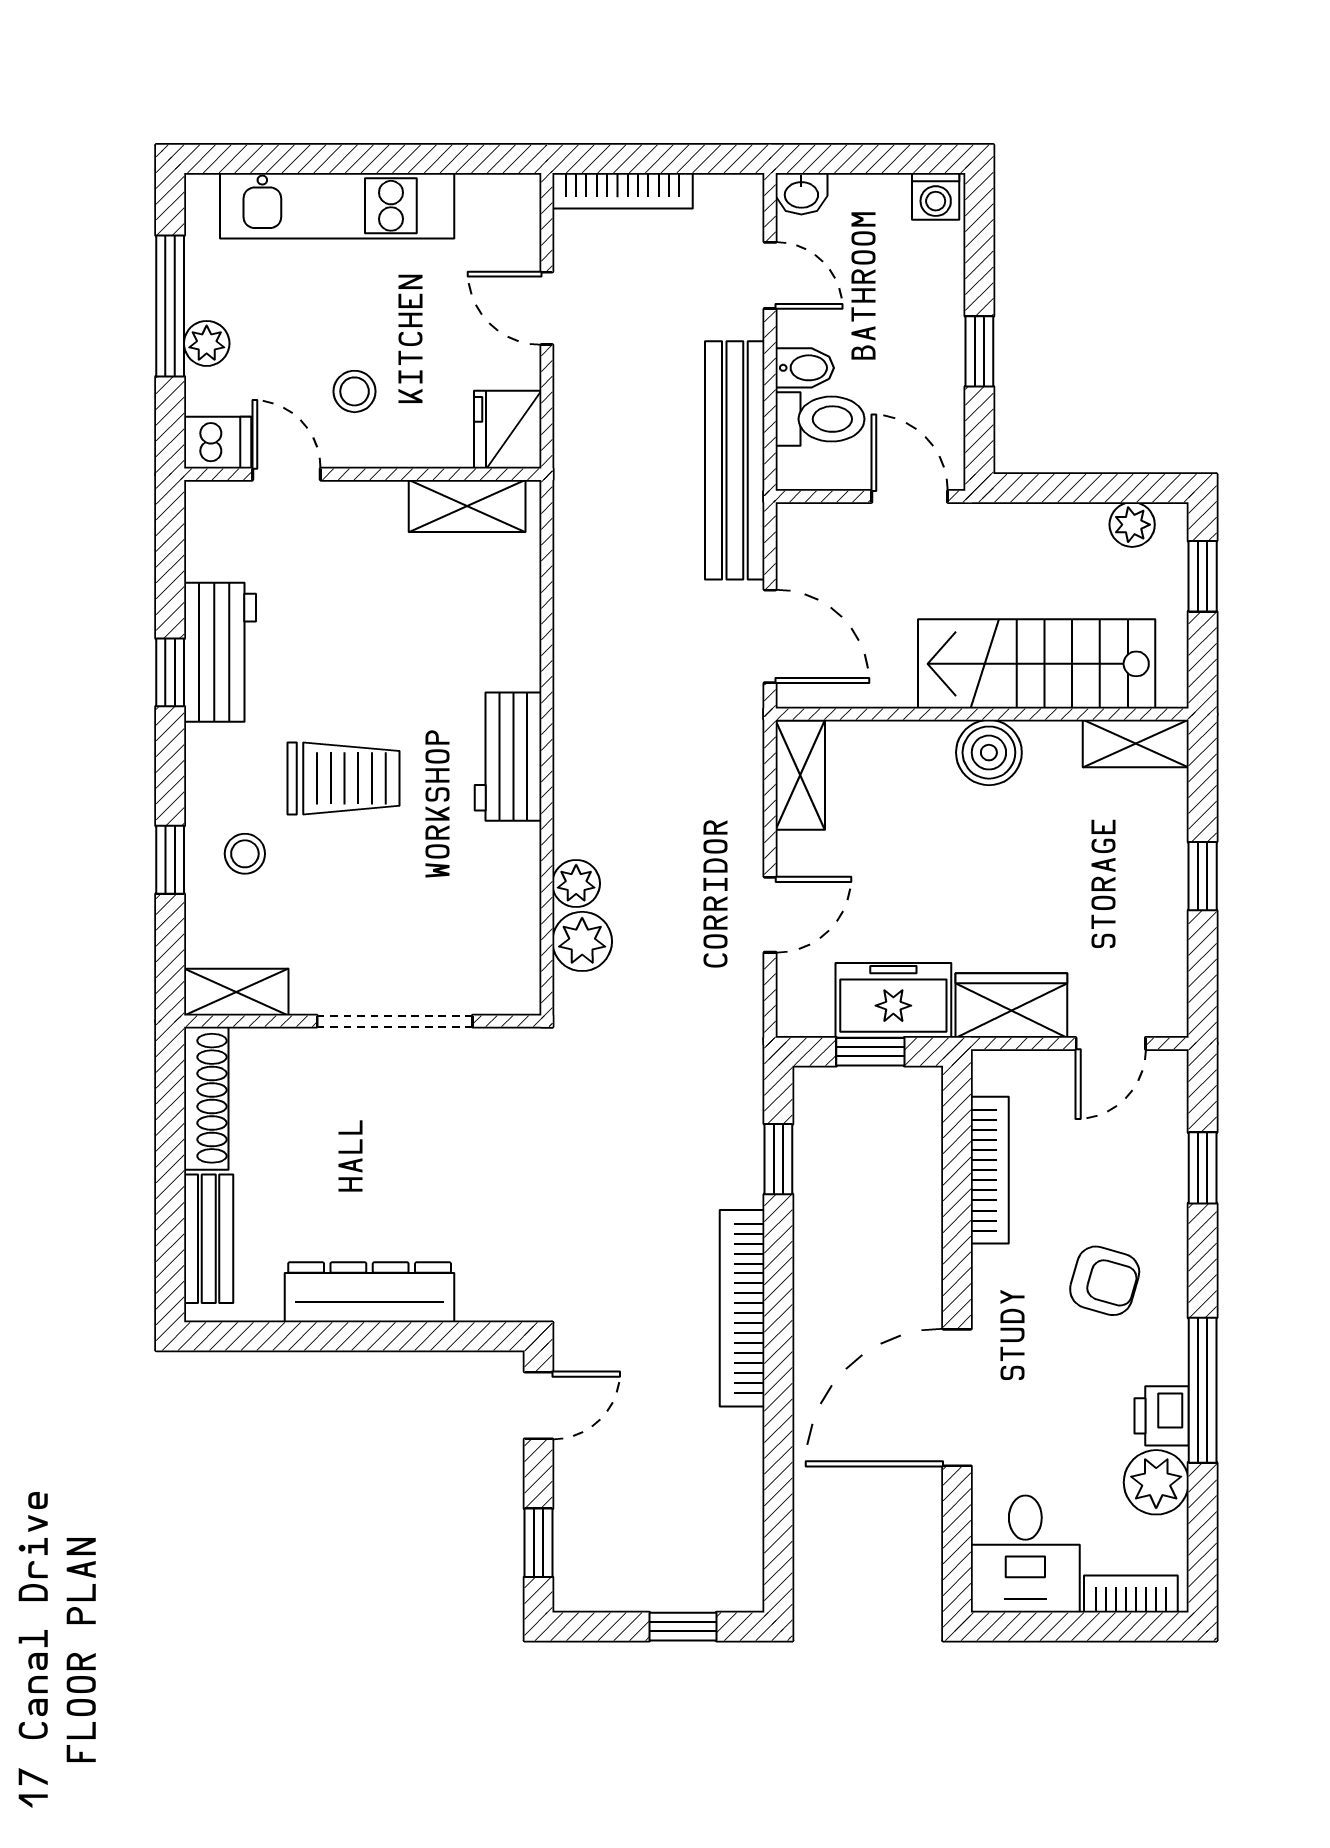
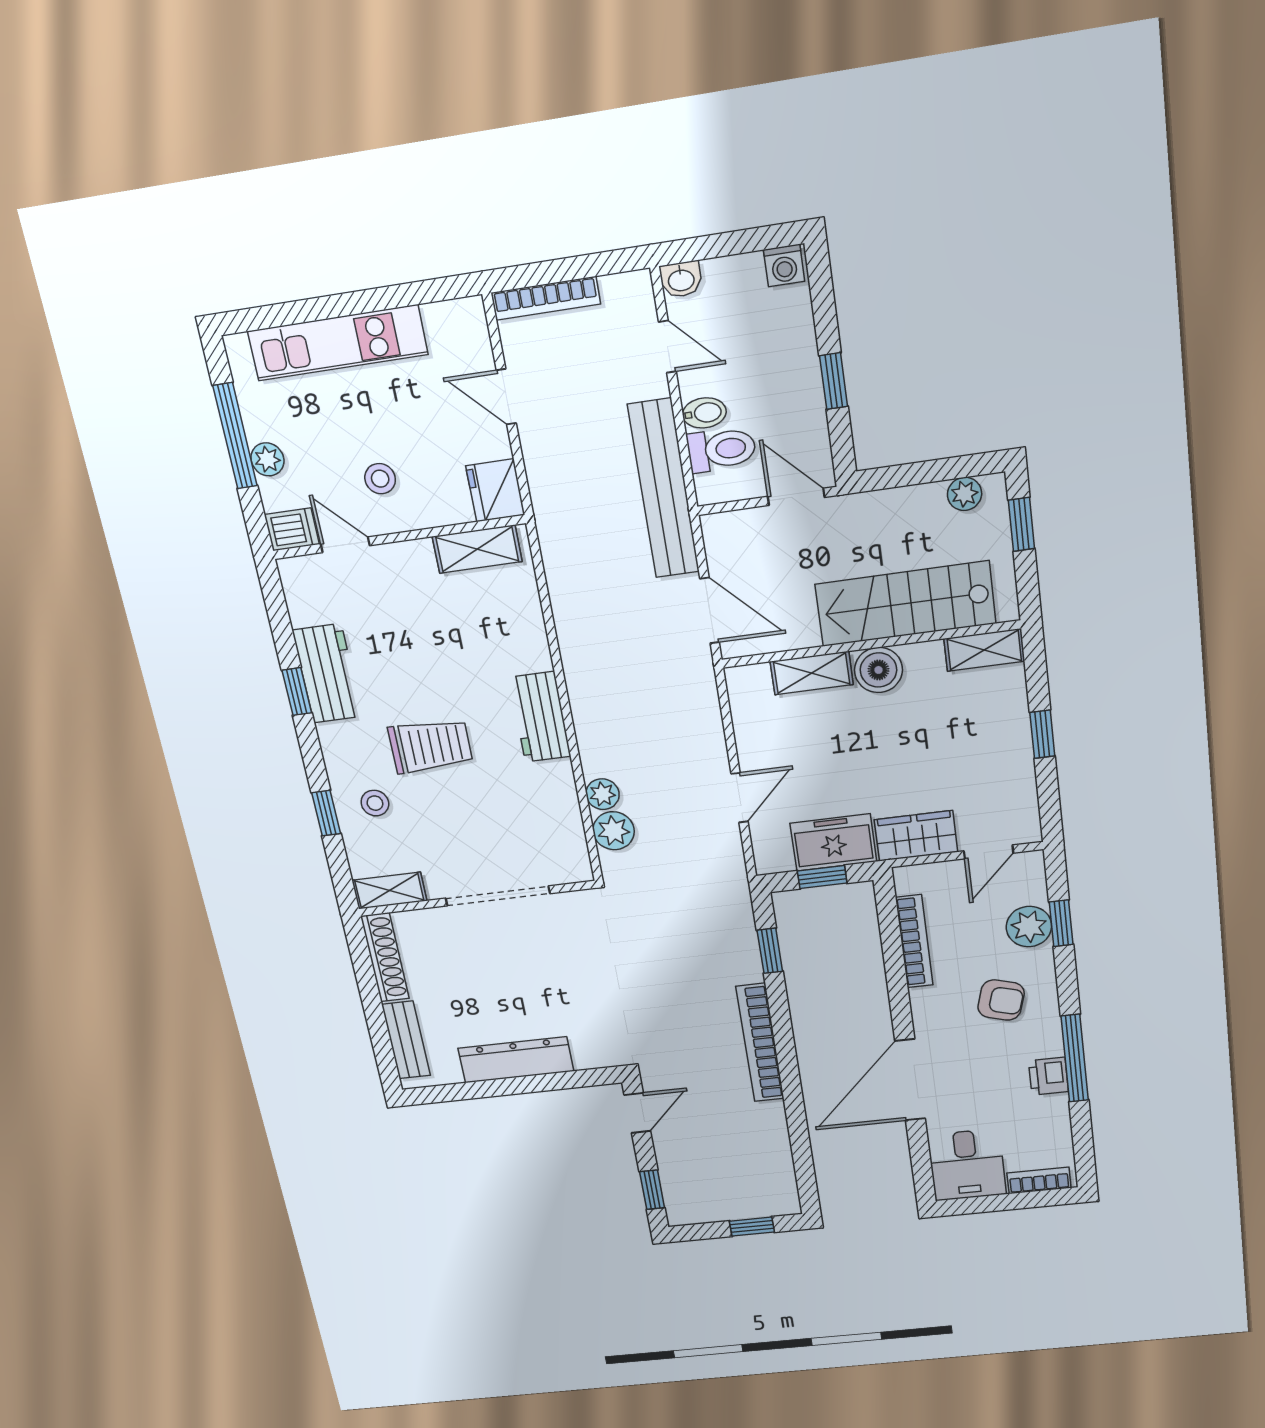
shelving: (800, 775) -> (812, 673), moved, turned 90
plant: (1156, 1482) -> (1029, 927), moved

